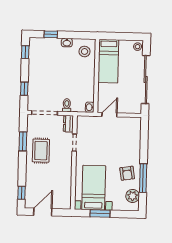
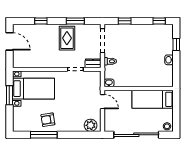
stool: (85, 51) -> (161, 77), removed
rug: (41, 151) -> (67, 38), turned 90
window: (22, 193) -> (41, 21), moved
plant: (133, 196) -> (91, 125), moved

